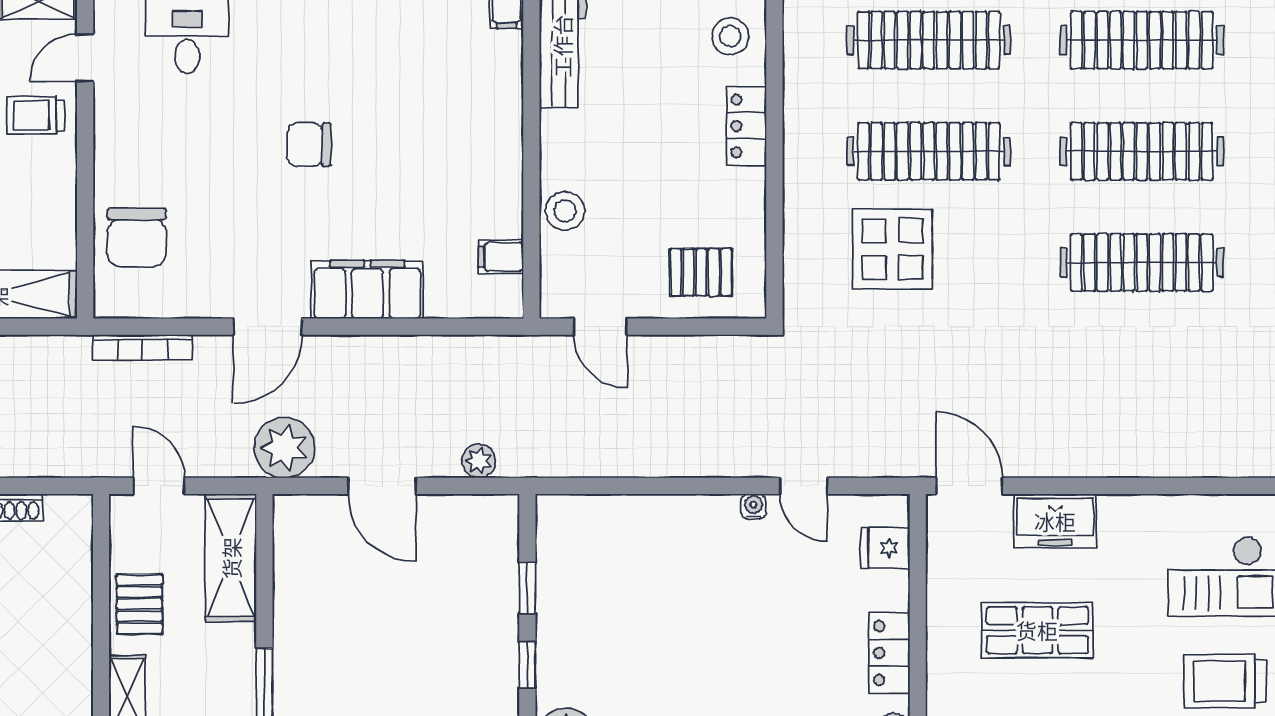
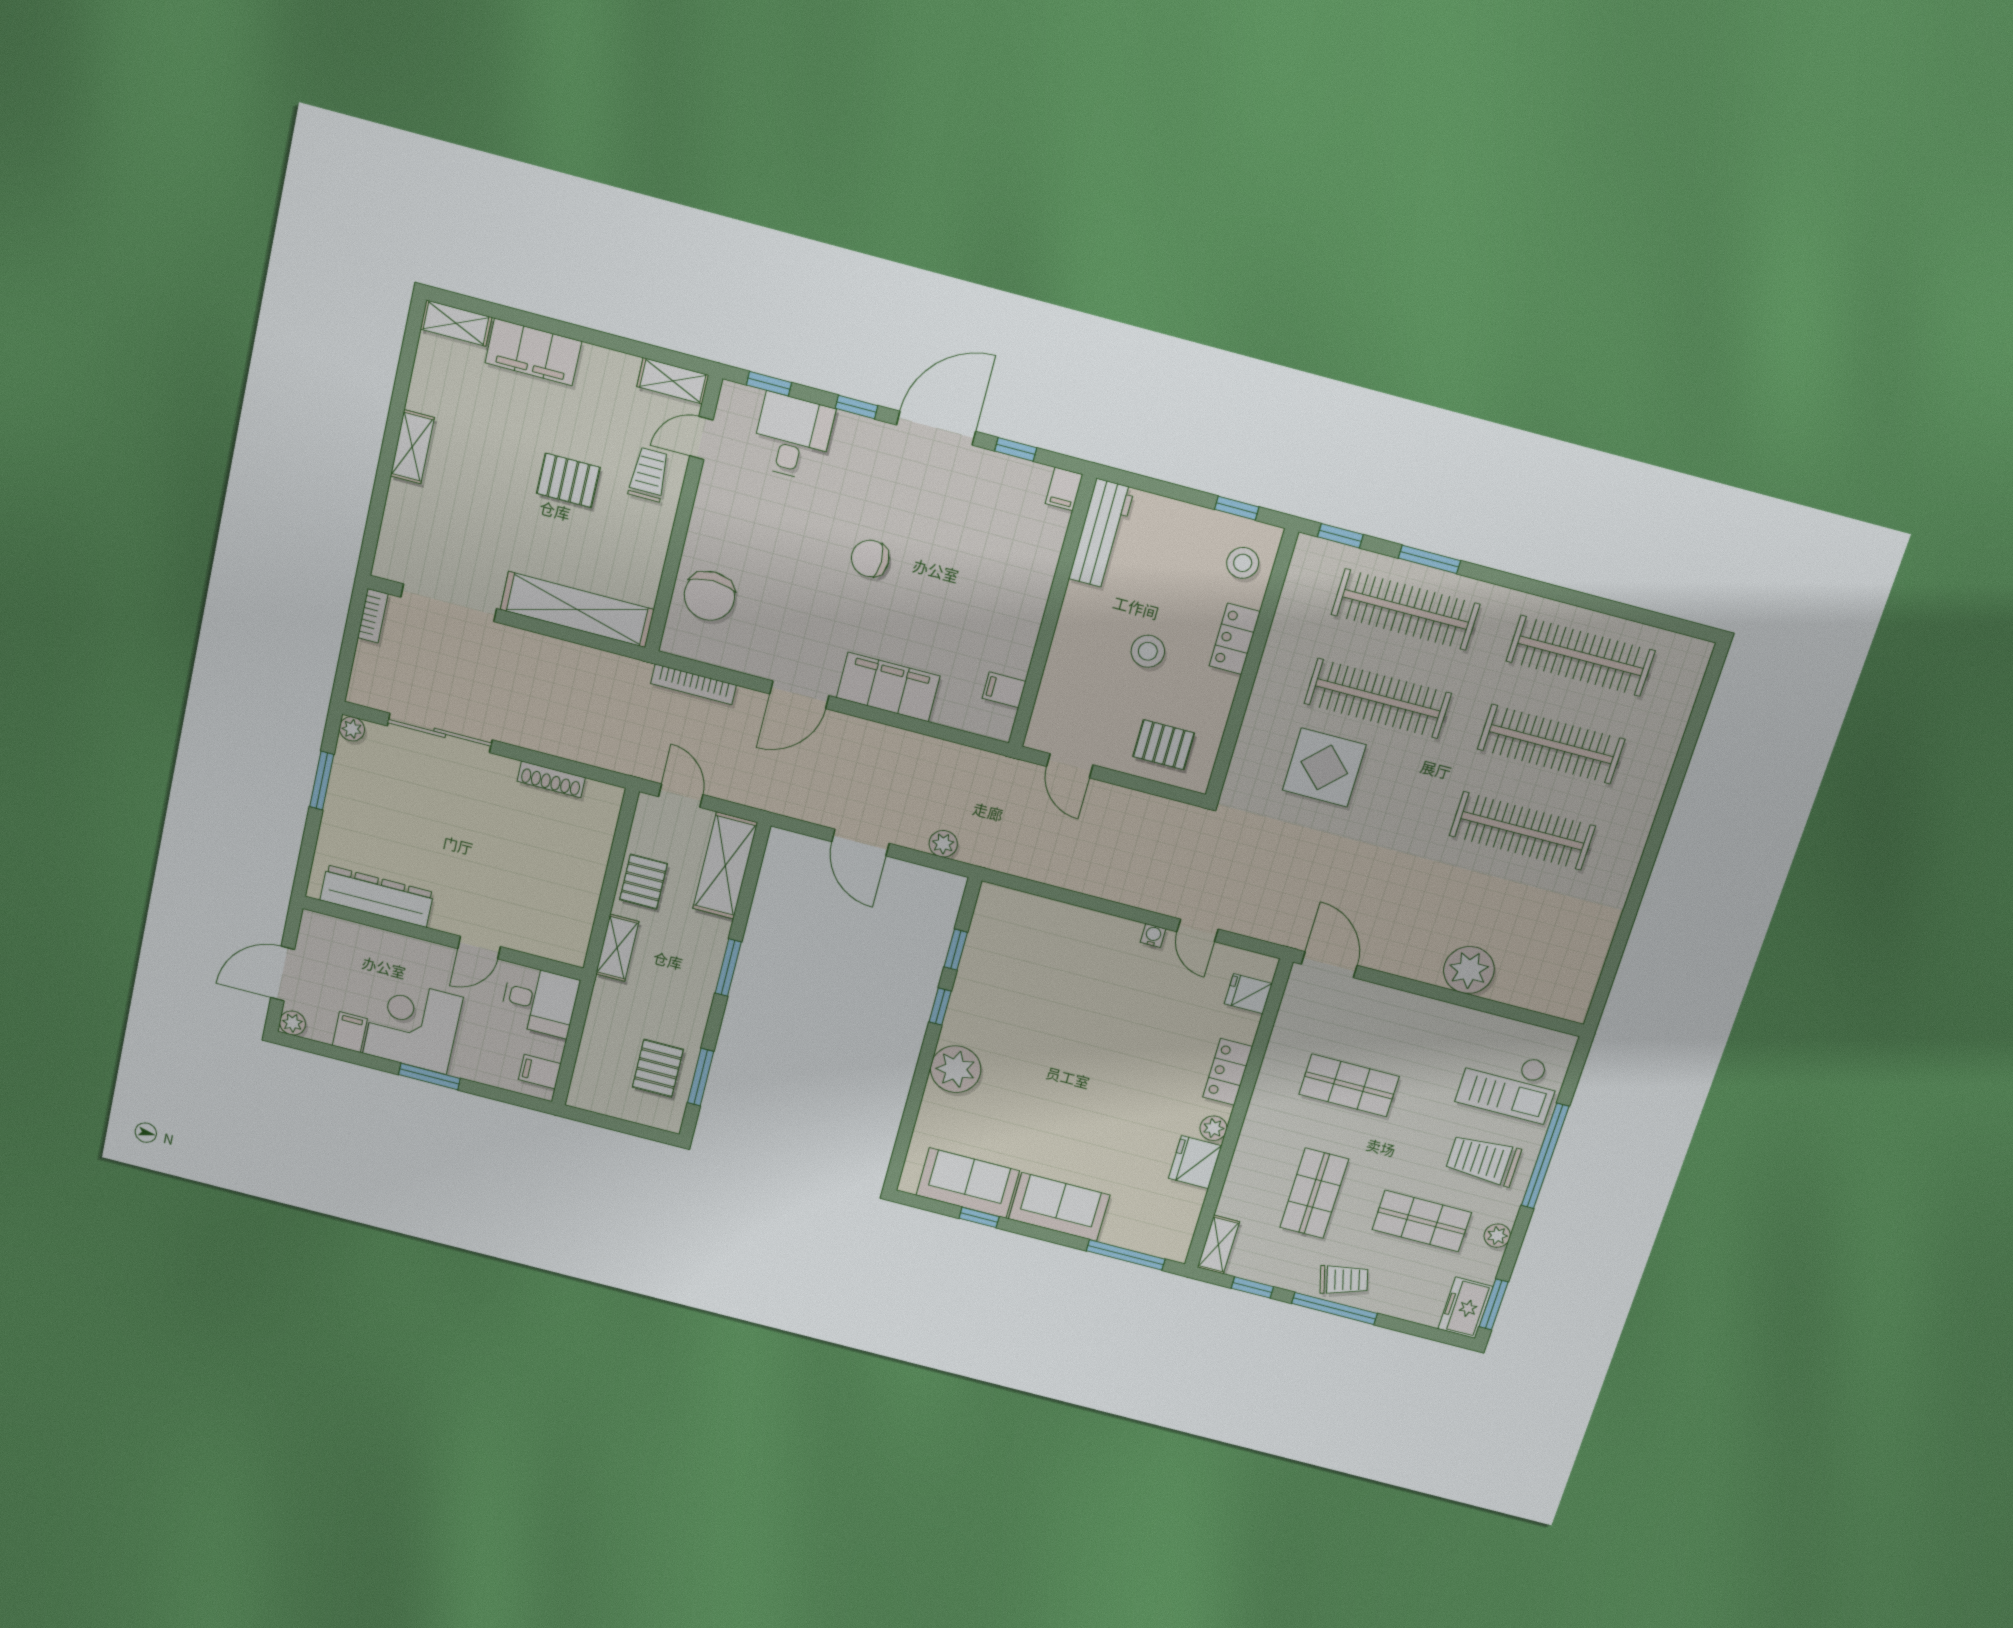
trolley: (36, 115) -> (649, 475), turned 90
stool: (565, 211) -> (1148, 651), moved
plant: (284, 448) -> (1469, 970), moved
freezer: (1055, 521) -> (1389, 1008), removed

